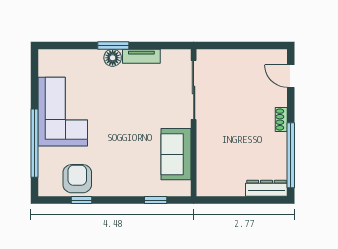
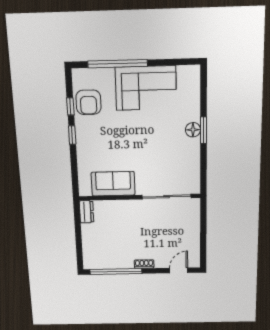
tv unit: (141, 56) -> (194, 154), removed
armchair: (77, 179) -> (88, 102), turned 90
dresser: (266, 188) -> (86, 212), moved, width x0.70
window: (156, 200) -> (72, 135), moved

